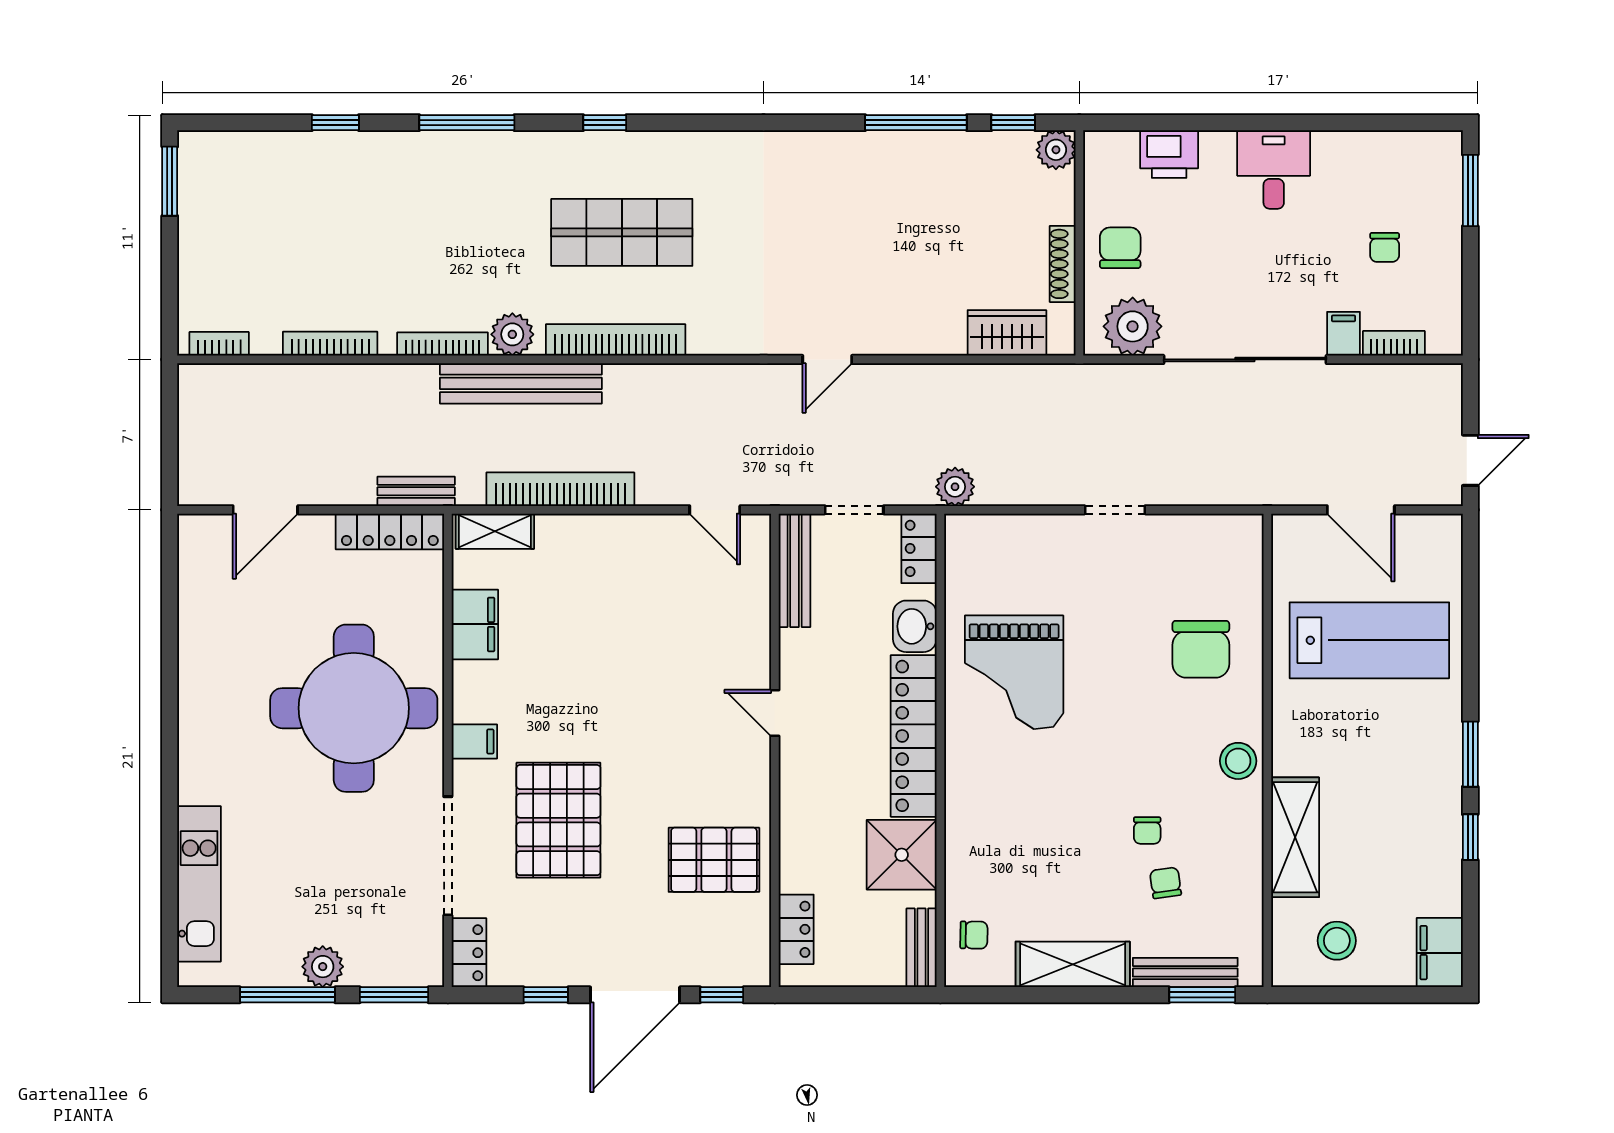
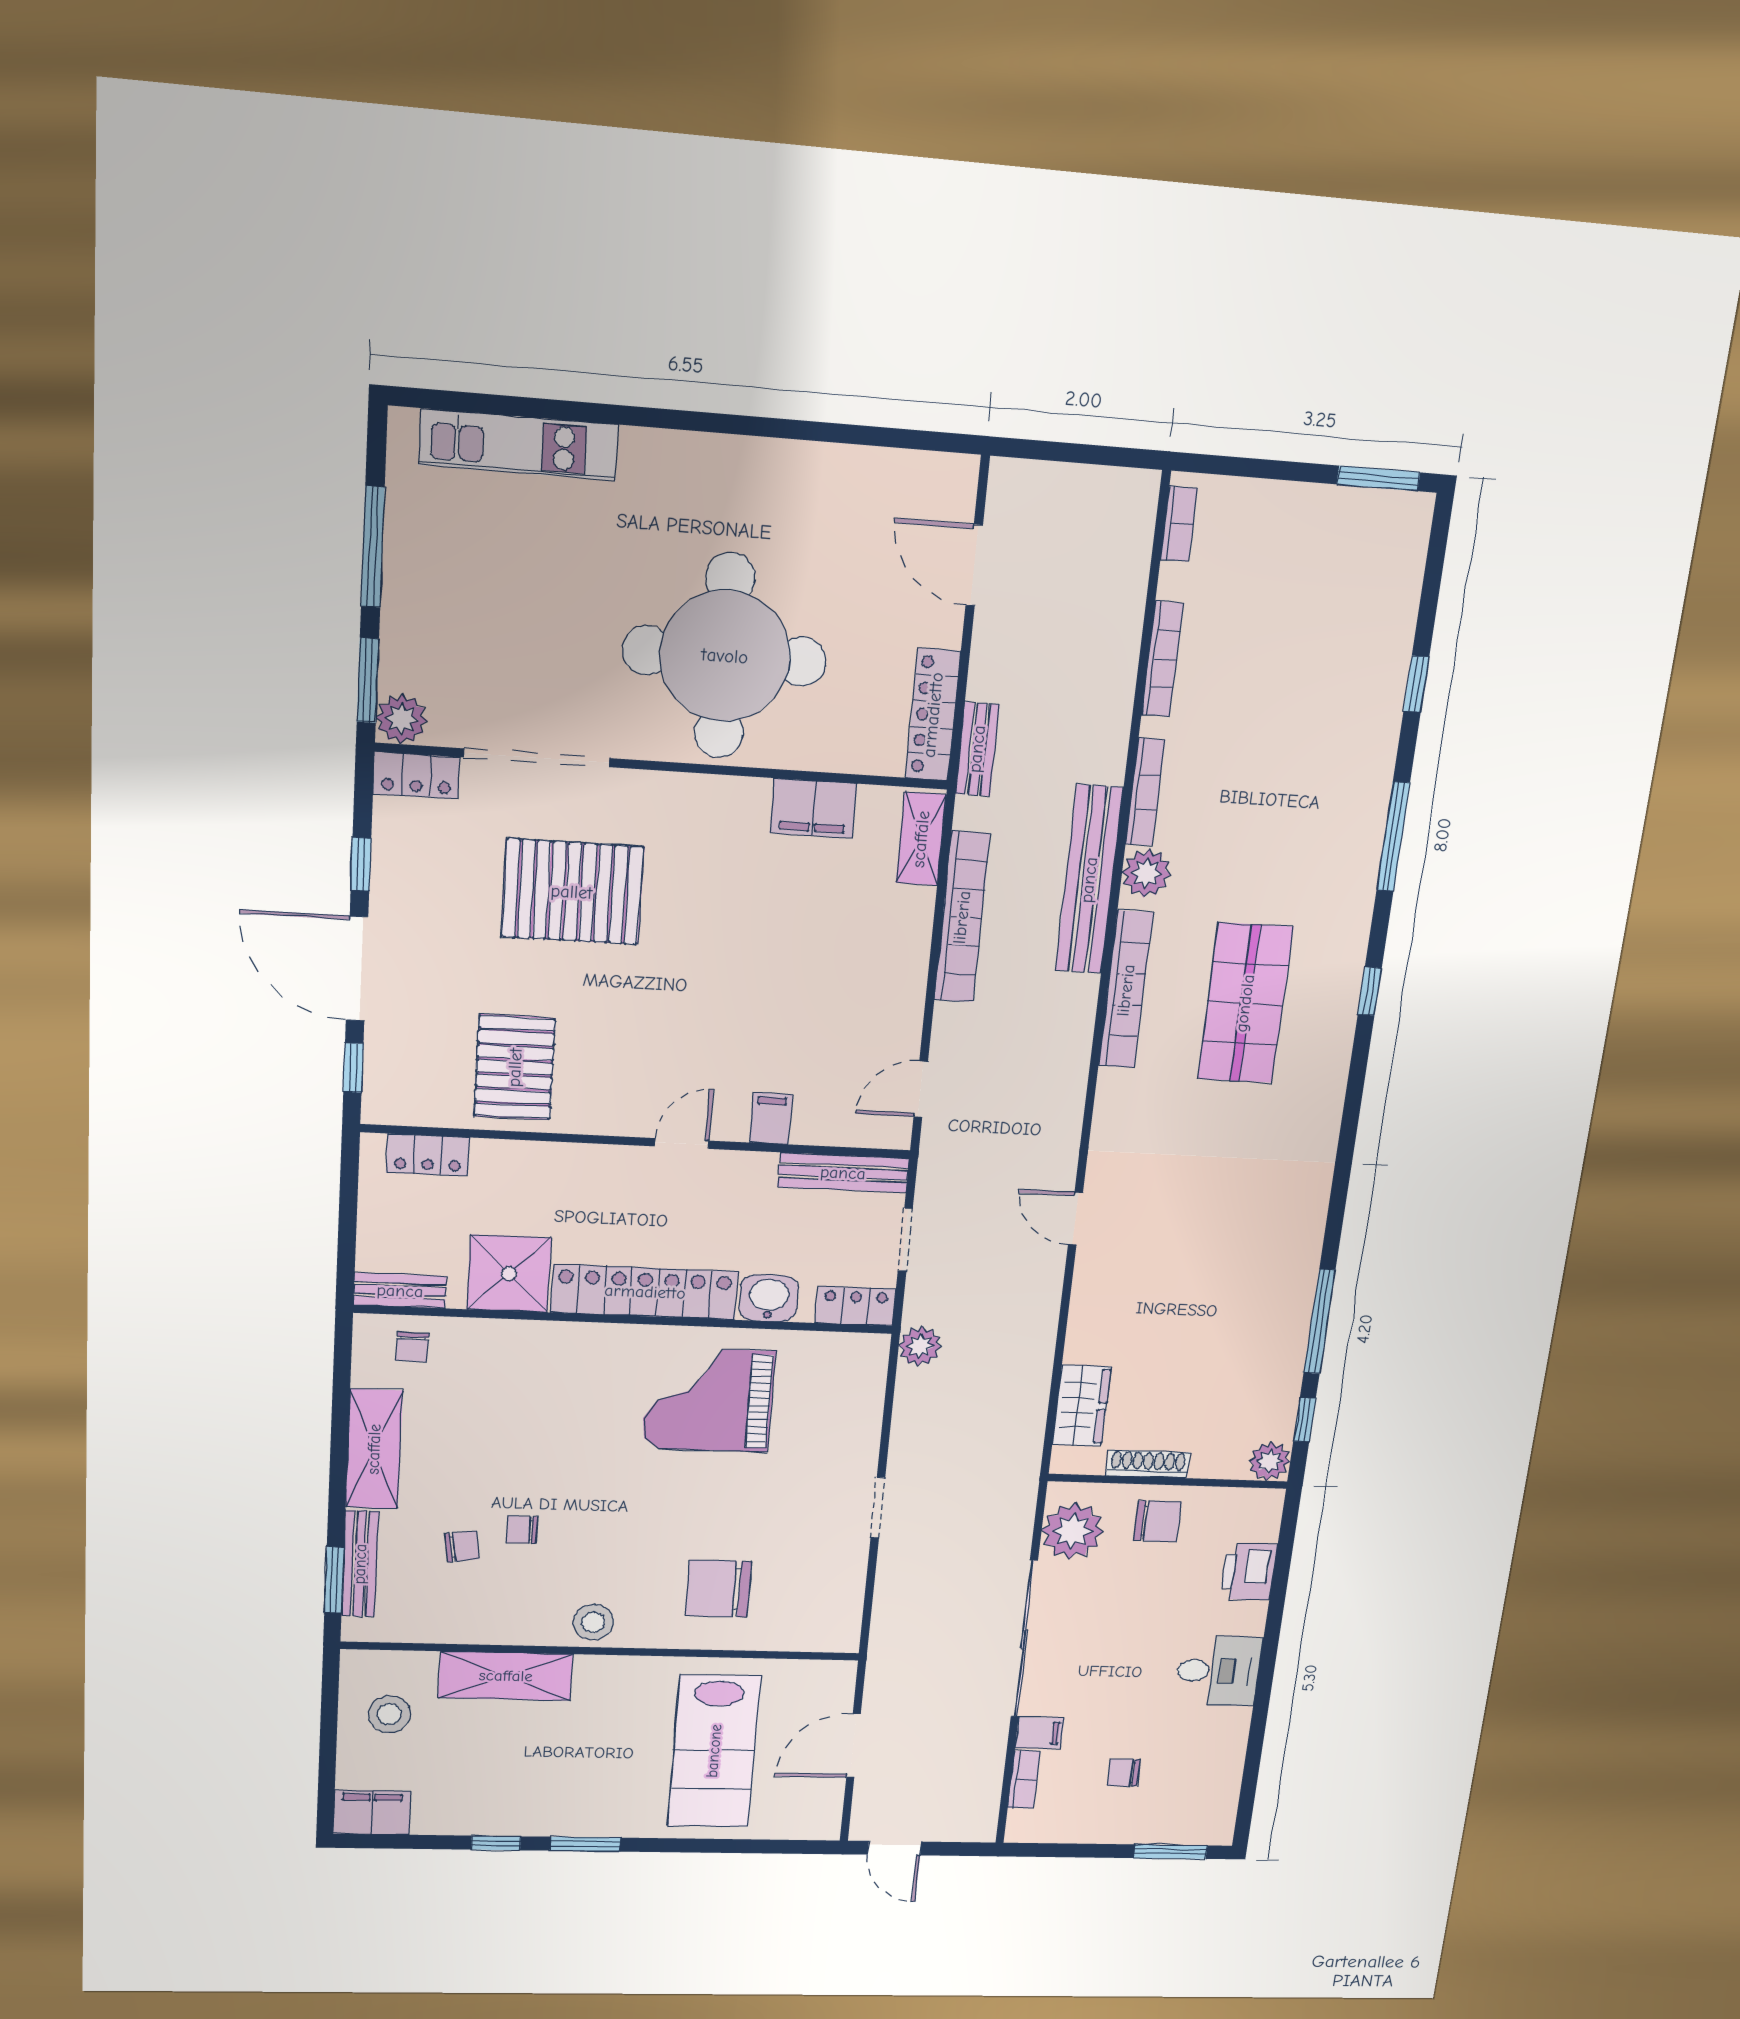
filing cabinet: (474, 741) -> (771, 1118), moved, turned 180
plant: (323, 967) -> (402, 719), moved

